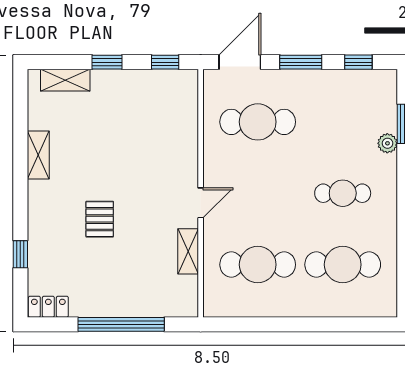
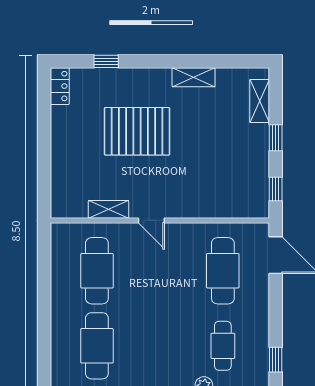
window: (301, 62) -> (276, 309), removed
cafe table: (343, 193) -> (223, 346), moved
pallet: (100, 219) -> (137, 131), width x2.05, depth x2.00
window: (121, 324) -> (44, 150), removed

